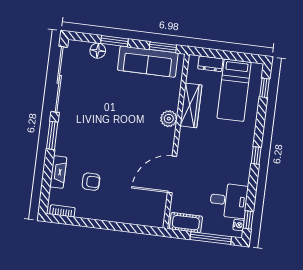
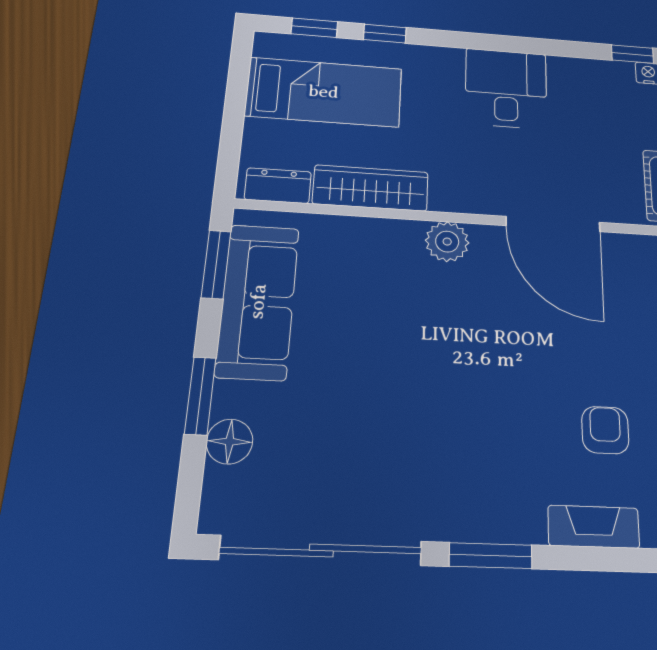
dresser: (210, 64) -> (278, 186), moved, turned -90
plant: (169, 119) -> (447, 242), moved
window: (256, 155) -> (385, 34), moved
desk: (229, 201) -> (506, 88), moved

